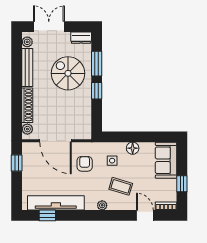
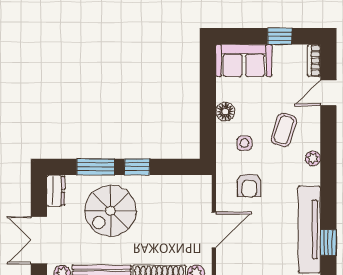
door: (56, 141) -> (214, 230), width x0.73
armchair: (85, 164) -> (249, 185), turned -90

